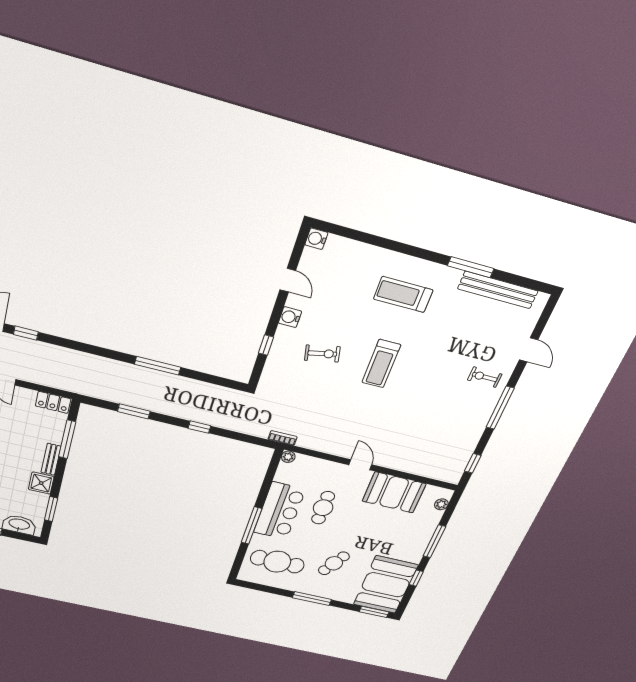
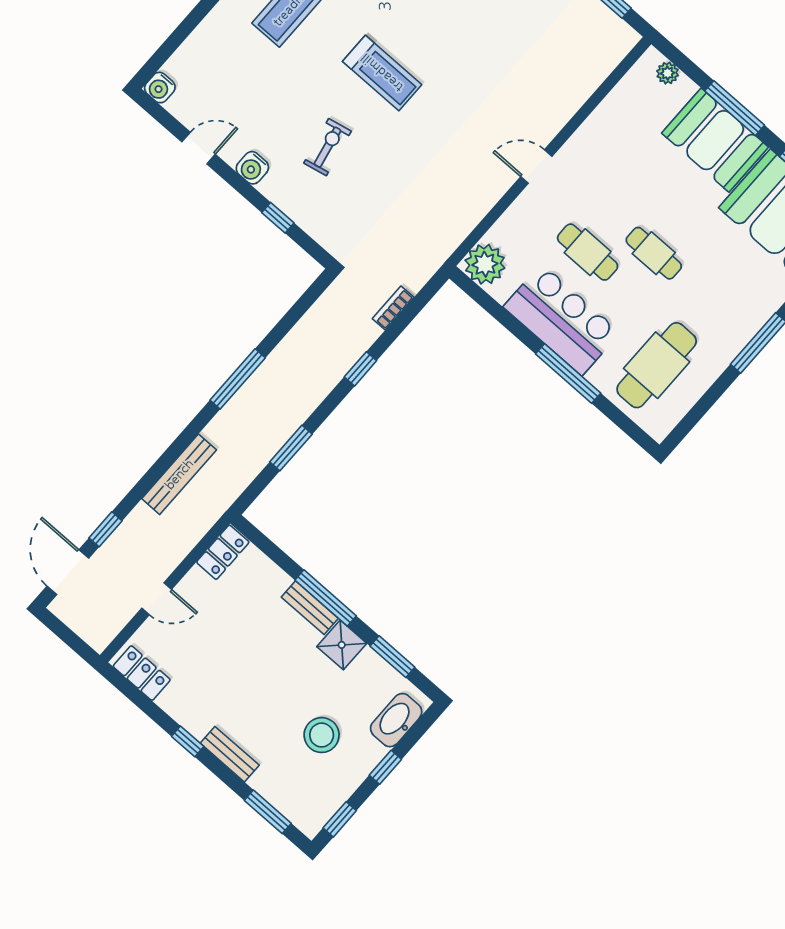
bench: (83, 359) -> (179, 474), added
bookcase: (283, 438) -> (393, 308), moved
window: (67, 439) -> (326, 598), moved
plant: (288, 457) -> (485, 264), width x1.88, depth x1.88
booth: (394, 492) -> (715, 140), moved, turned 90
cafe table: (334, 563) -> (654, 253), moved, turned -31

